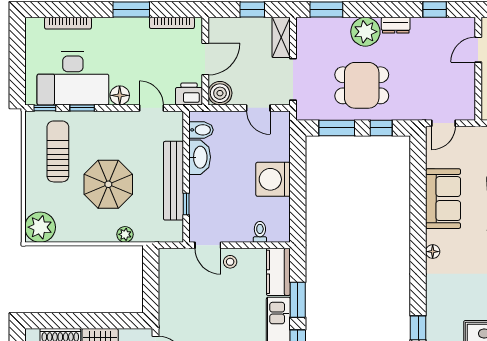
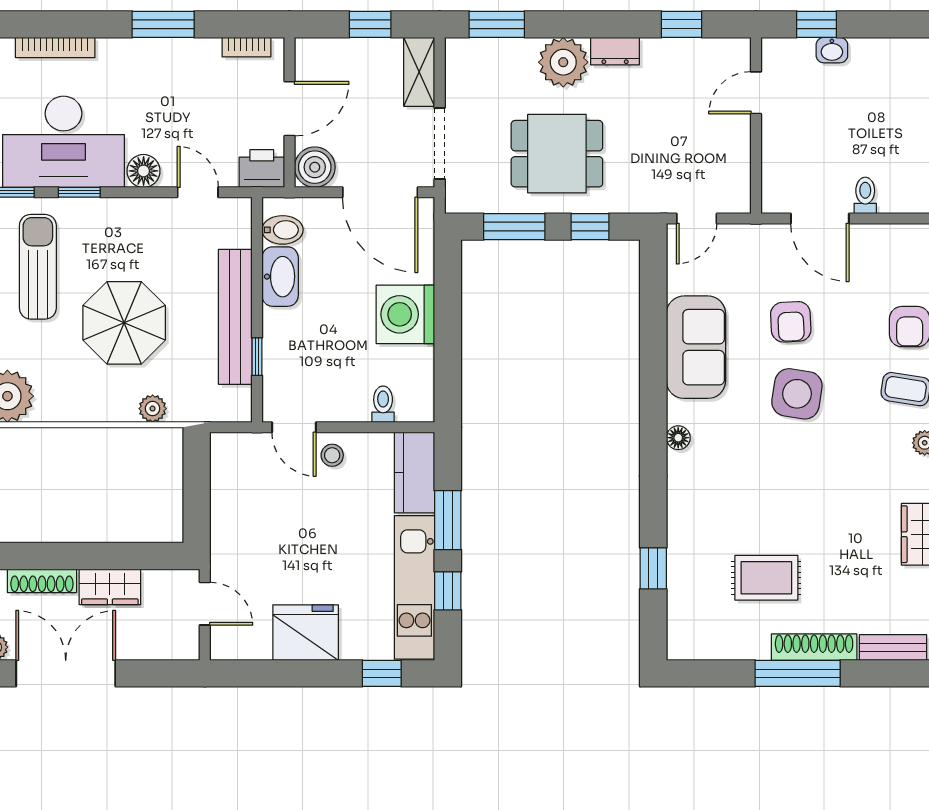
bookcase: (172, 23) -> (246, 47), width x0.64
door: (258, 108) -> (380, 192), width x1.88

